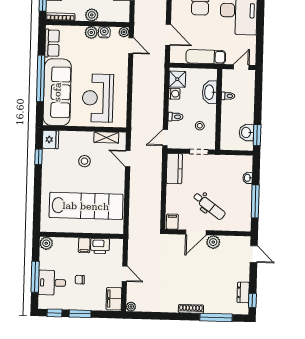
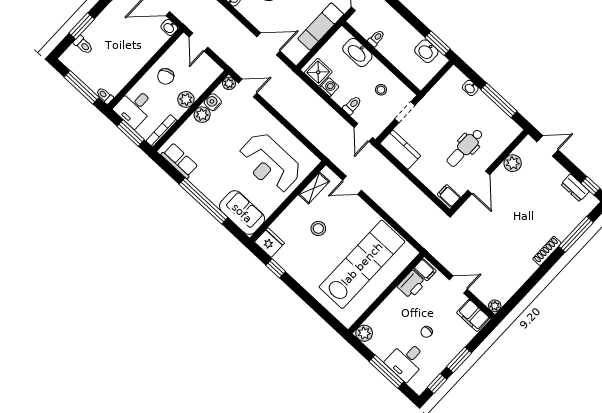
sofa: (57, 92) -> (242, 213), width x0.54, depth x0.79
dental chair: (209, 206) -> (465, 148), turned 144
plant: (213, 242) -> (513, 163), moved
filing cabinet: (84, 245) -> (425, 270), moved

